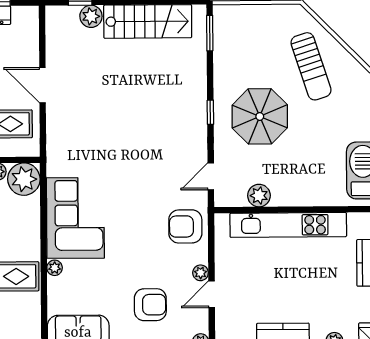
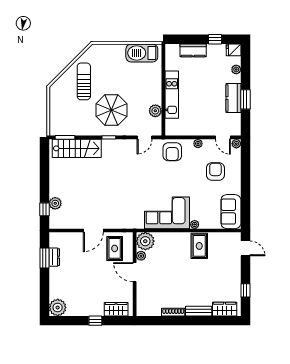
stairs: (148, 21) -> (77, 148), moved, turned 90
sun lounger: (311, 66) -> (84, 81), turned -72
door: (211, 176) -> (144, 137), hinge flipped
kitchen unit: (288, 225) -> (172, 95), width x0.73
door: (212, 294) -> (223, 137), moved

